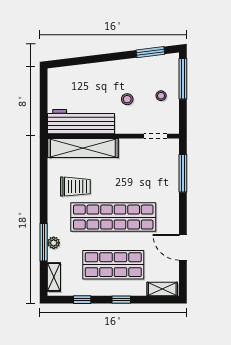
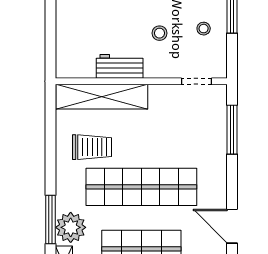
workbench: (81, 122) -> (120, 66), width x0.53, depth x0.76
plant: (54, 243) -> (71, 227), width x1.88, depth x1.88

